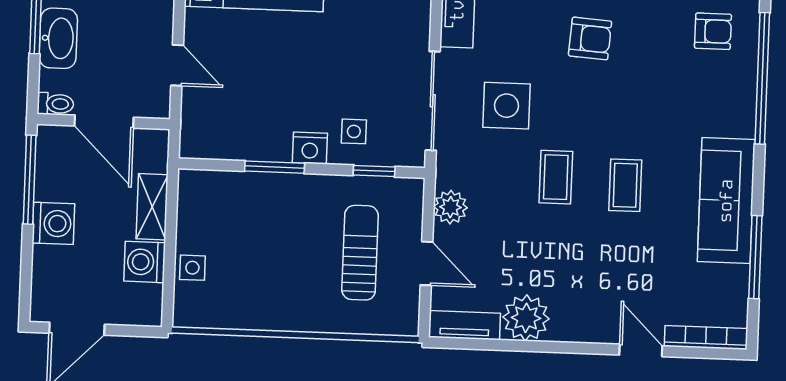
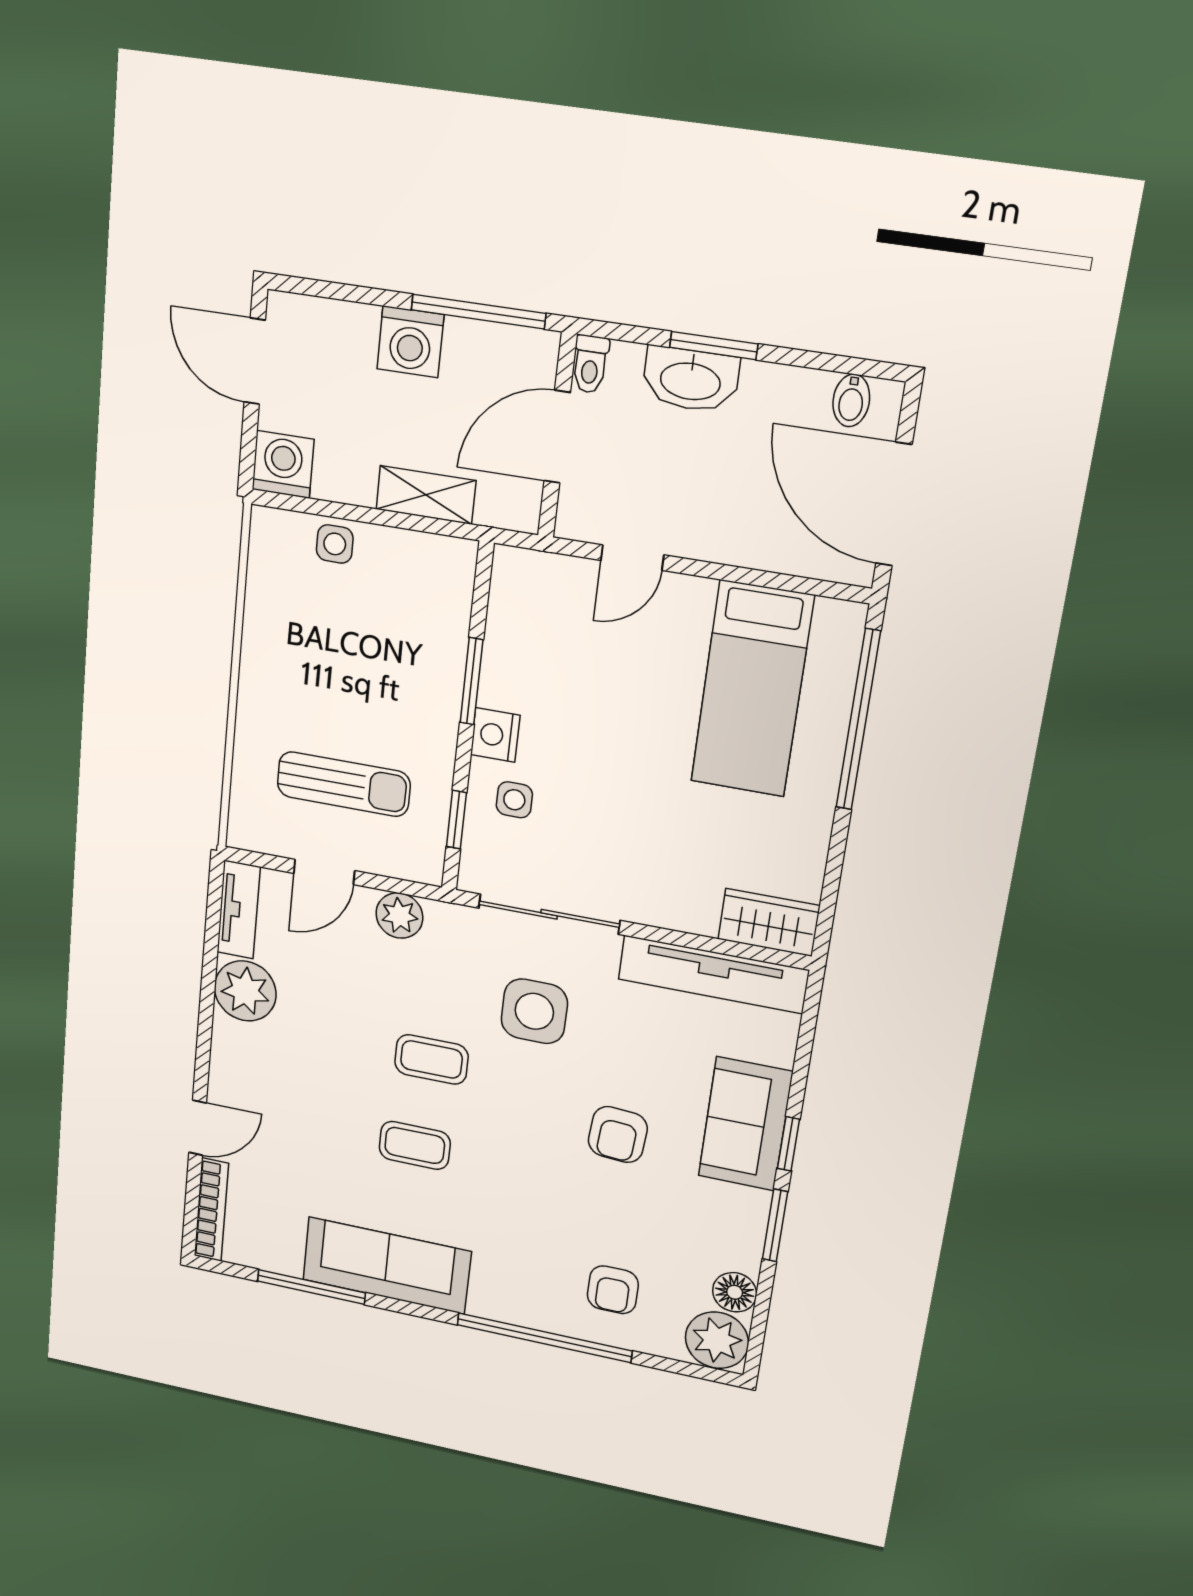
washing machine: (145, 262) -> (283, 464), moved

